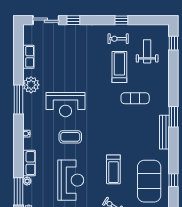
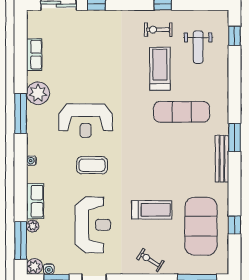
weight bench: (147, 51) -> (198, 47), turned 180
exercise mat: (135, 98) -> (182, 112), width x1.36, depth x1.45
treadmill: (113, 169) -> (152, 210), turned -90

